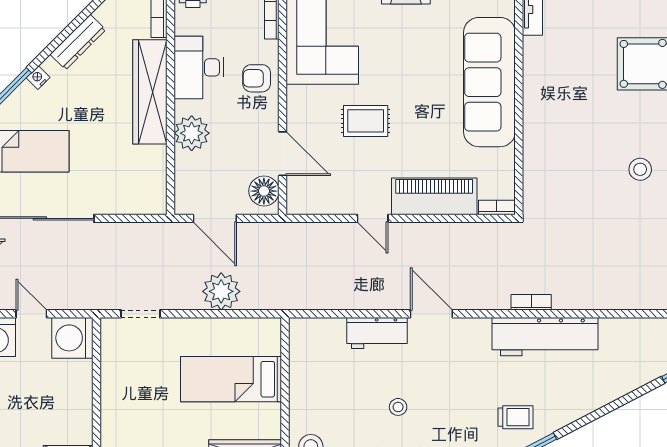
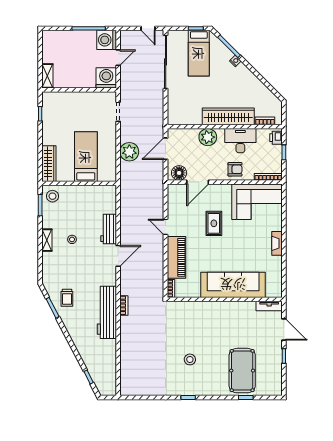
dresser: (78, 42) -> (253, 81), removed
armchair: (257, 78) -> (235, 169), turned 90
door: (373, 218) -> (166, 227), hinge flipped

